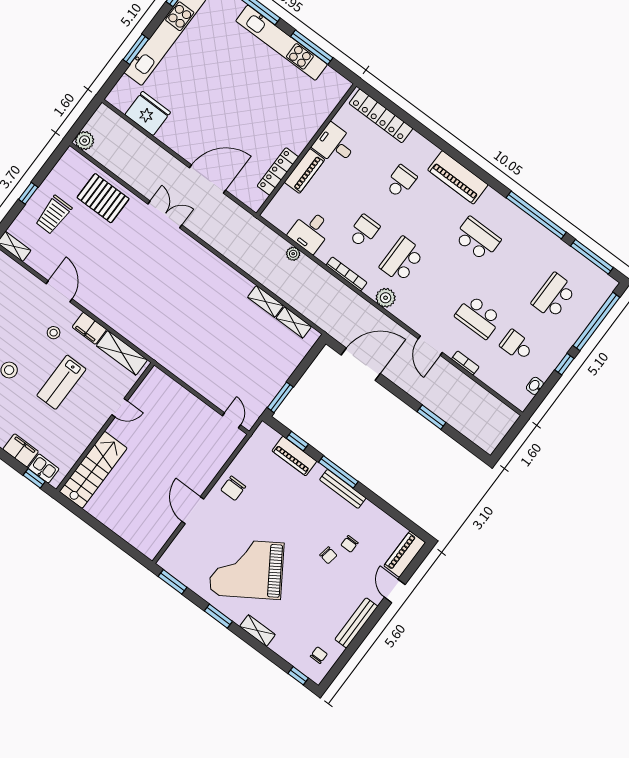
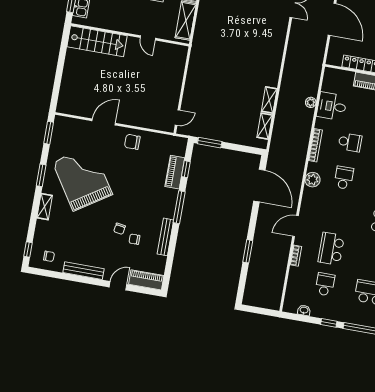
school desk: (402, 260) -> (344, 178), width x0.54
bench: (343, 489) -> (165, 237), moved

